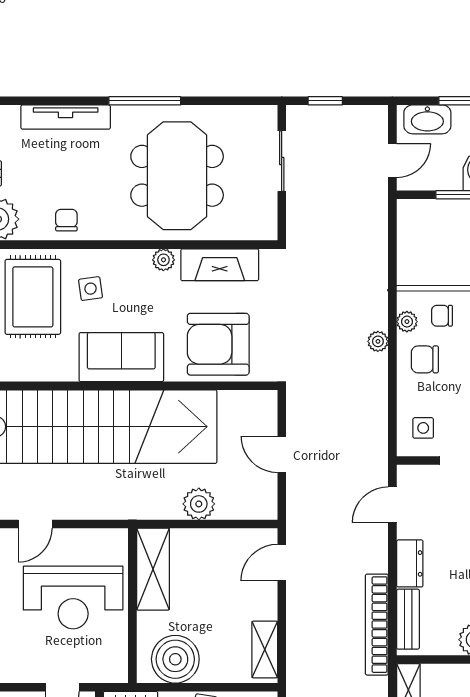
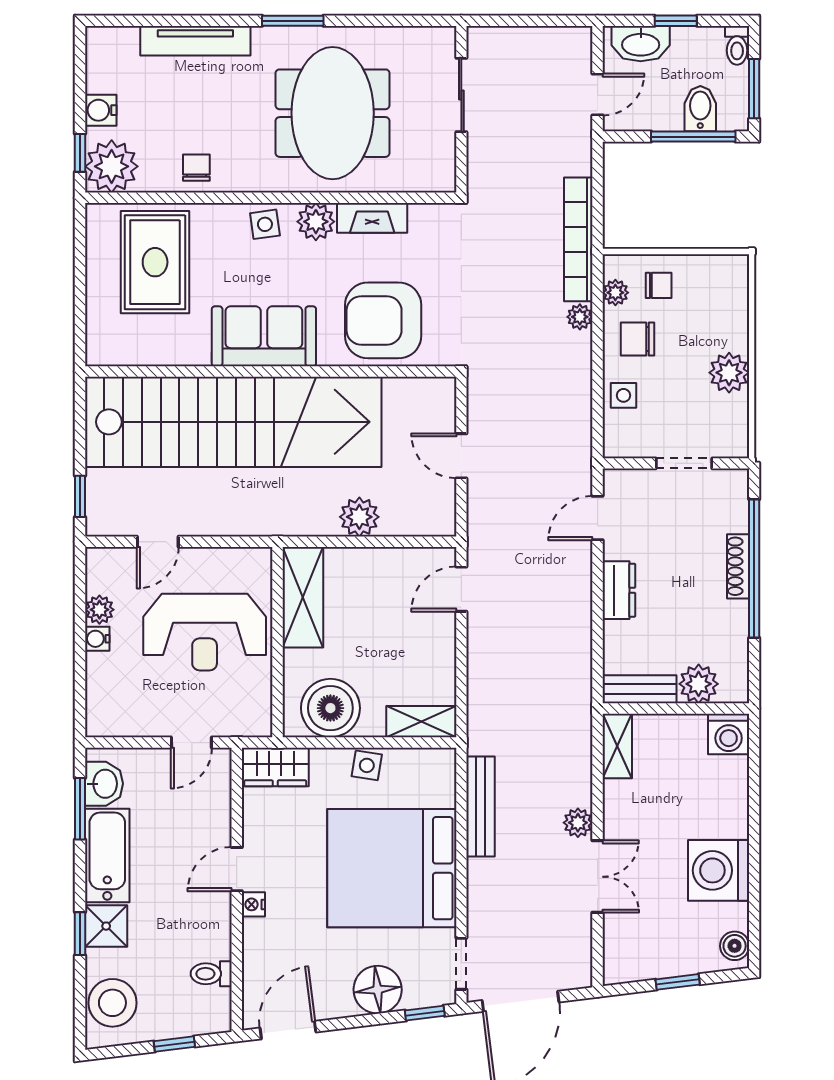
window: (145, 101) -> (293, 21), width x0.69
window: (325, 101) -> (515, 21), removed
plant: (163, 260) -> (316, 222), width x1.38, depth x1.38
fireplace: (220, 265) -> (372, 218), width x0.73, depth x0.76
side table: (91, 289) -> (265, 224), moved
chair: (442, 316) -> (659, 285), turned 180
side table: (423, 428) -> (624, 395), moved
bench: (408, 619) -> (640, 689), moved, turned 90
bookcase: (377, 625) -> (578, 239), moved
shelving: (265, 650) -> (421, 722), moved, turned 90

